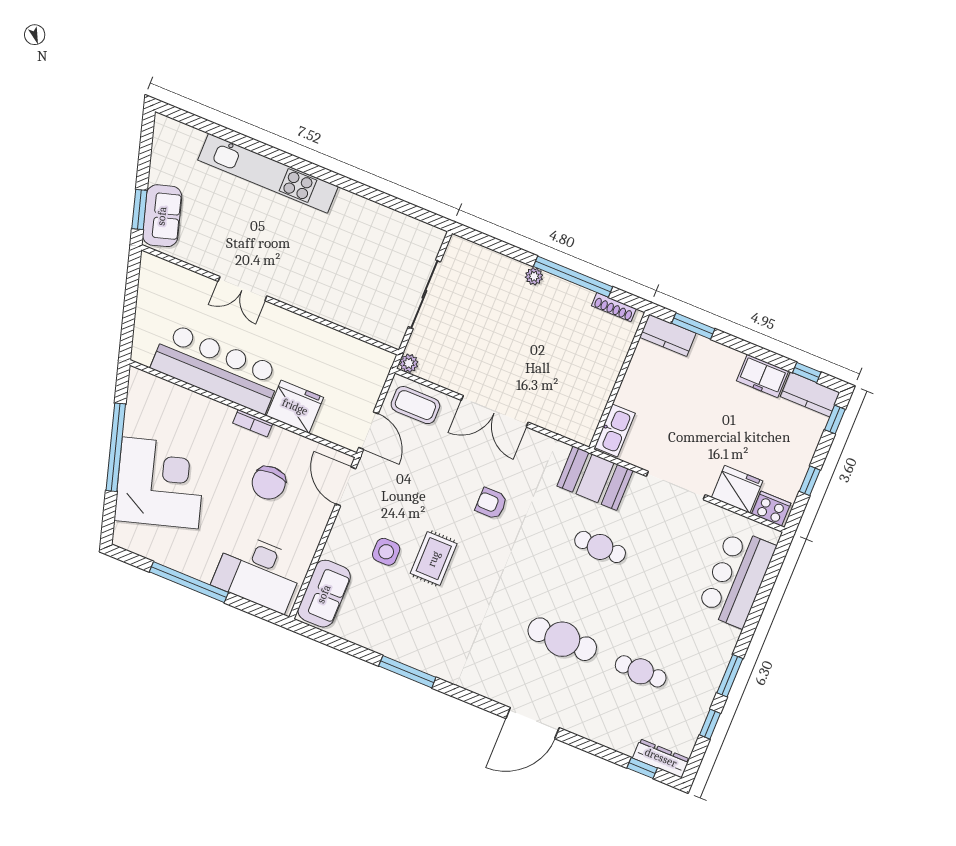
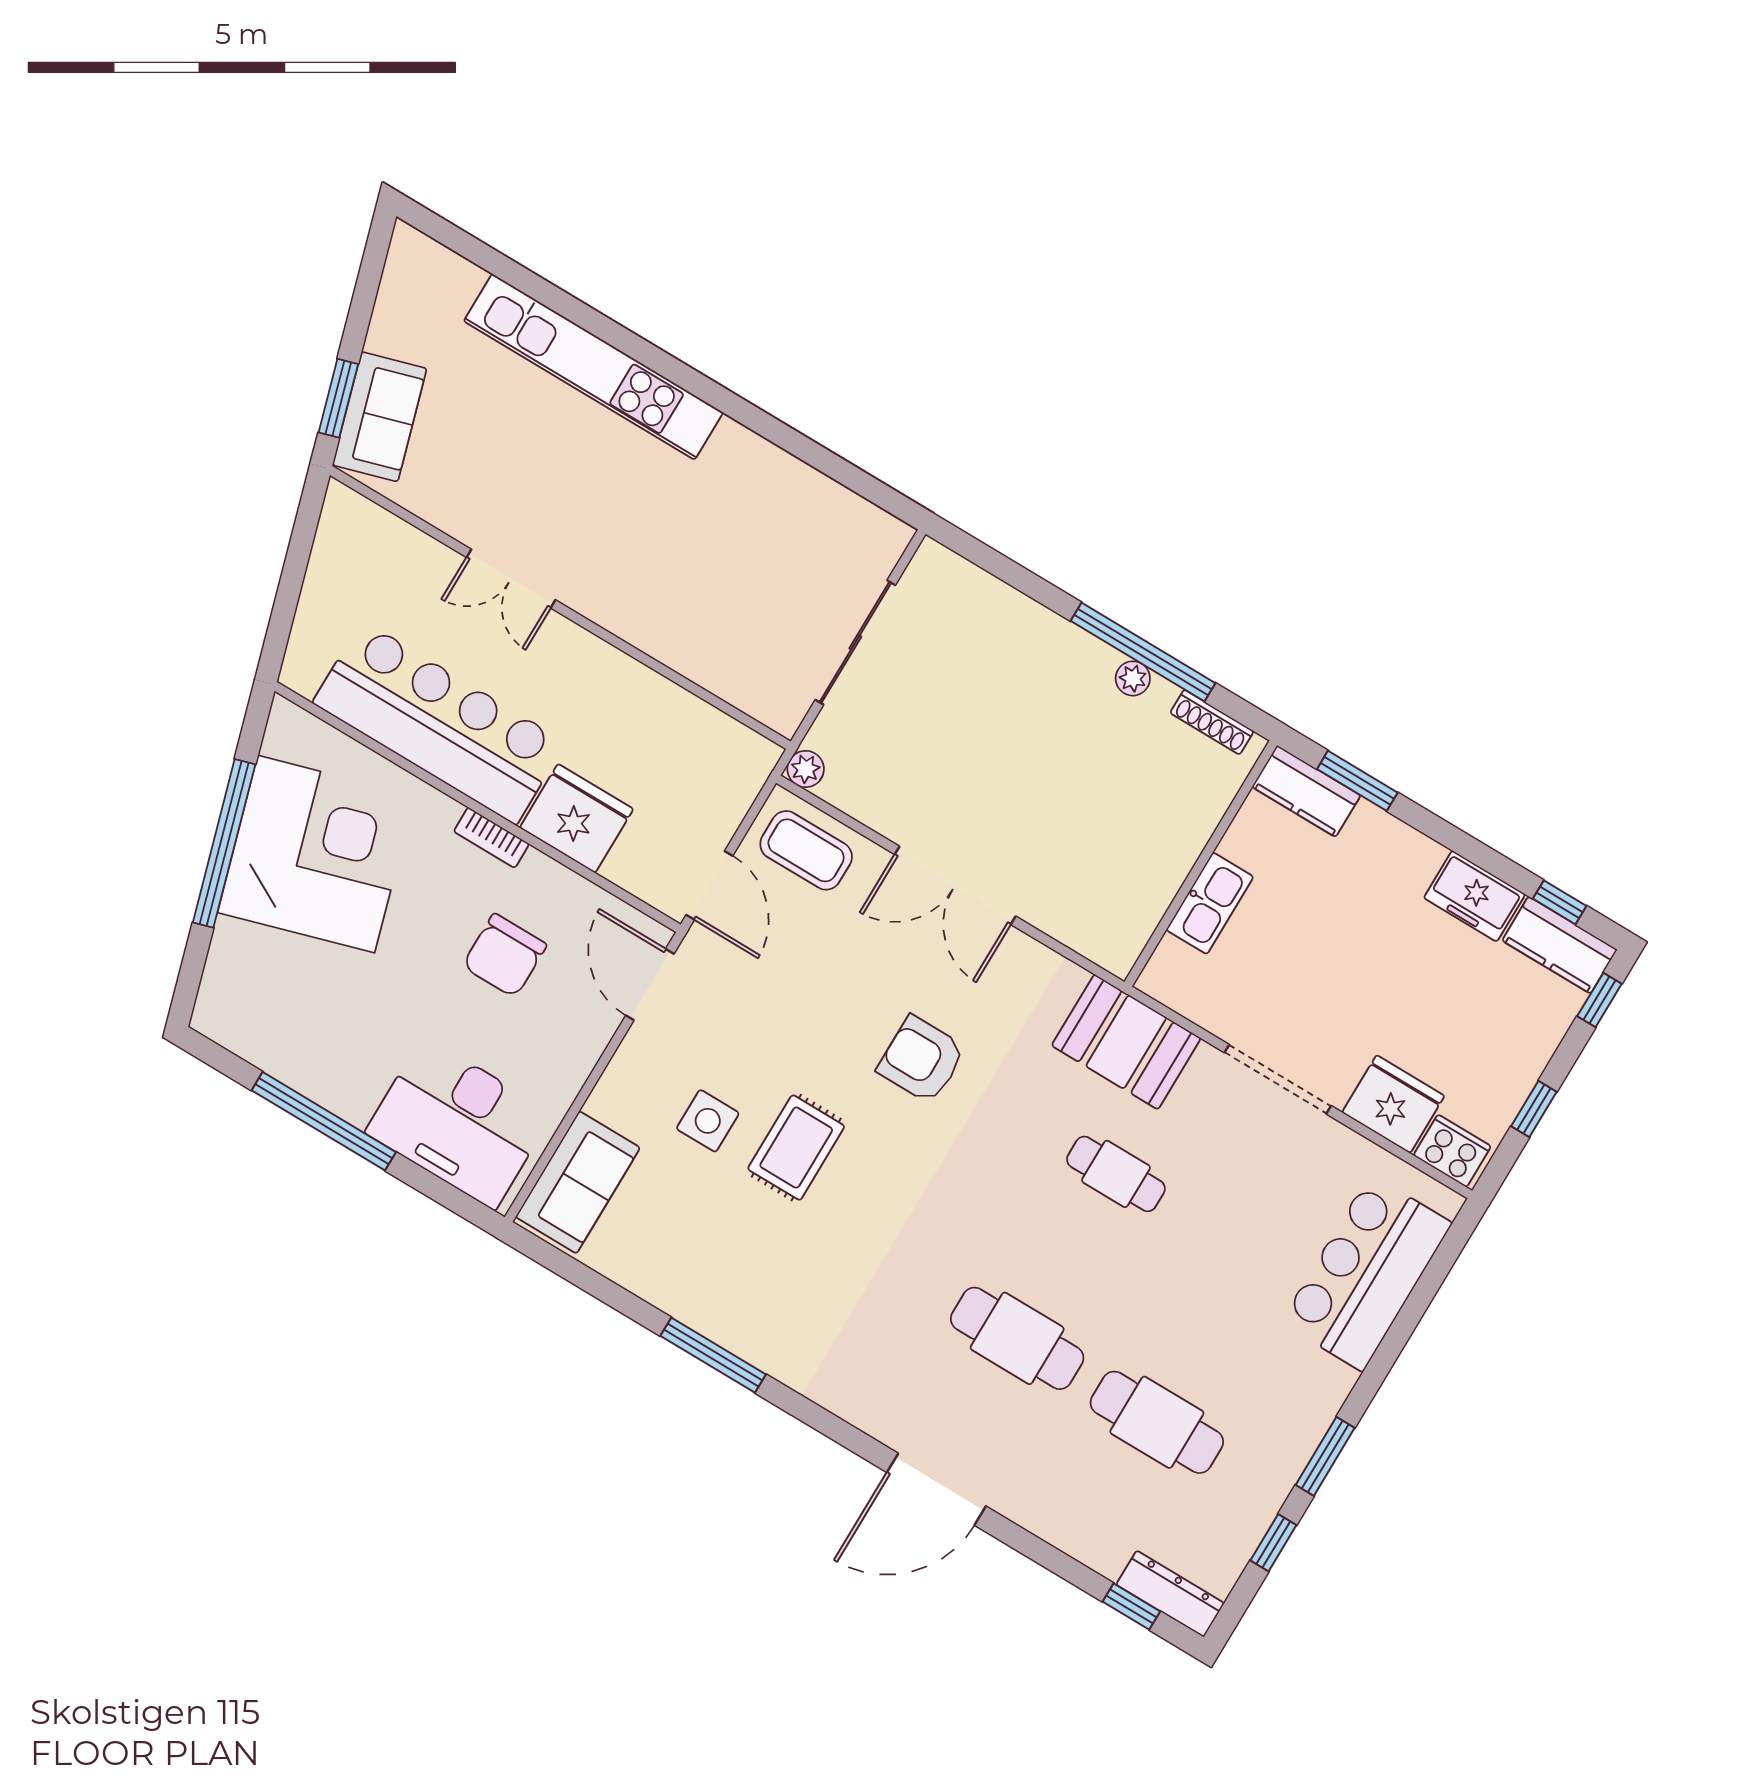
plant: (534, 276) -> (1133, 678), moved
kitchen sink: (615, 430) -> (1210, 903), moved
corner desk: (160, 483) -> (316, 854), moved
armchair: (491, 503) -> (922, 1060), width x1.38, depth x1.38
cafe table: (641, 671) -> (1157, 1422), width x1.37, depth x1.35

